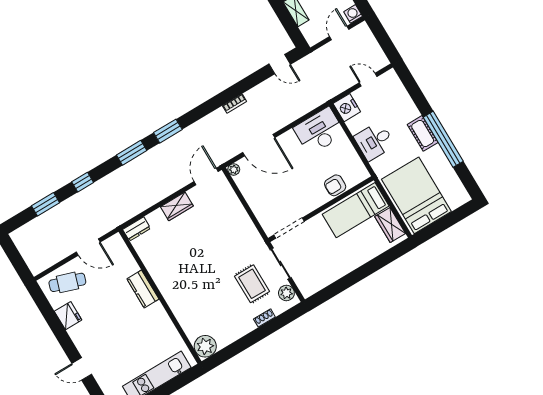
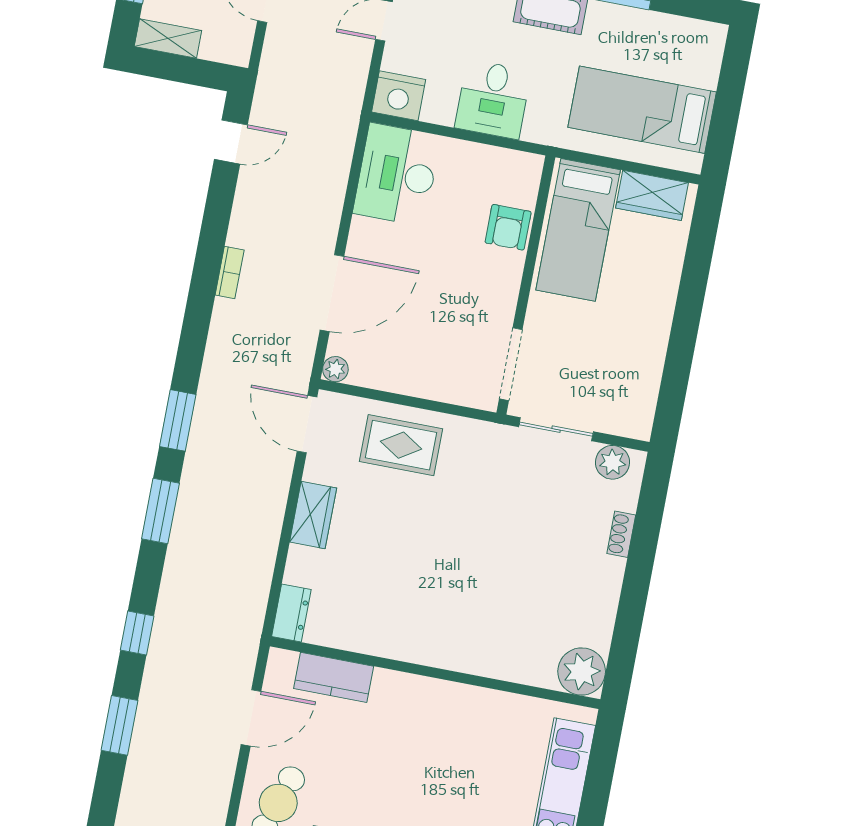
bed: (416, 195) -> (642, 110), width x0.67
rug: (252, 284) -> (401, 445), moved
kitchen counter: (143, 289) -> (334, 677), moved

